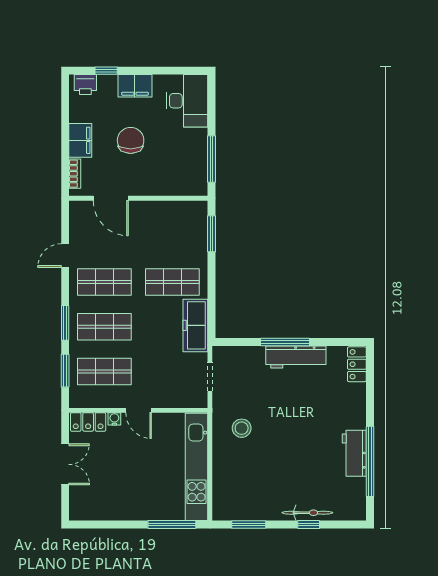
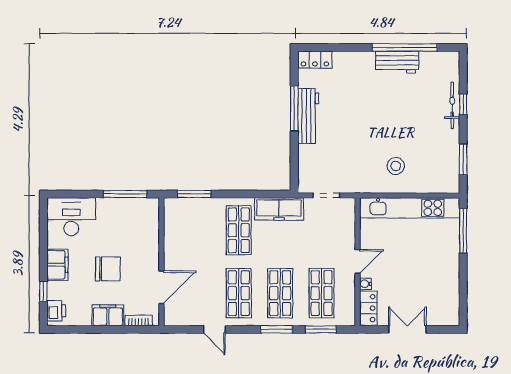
chair: (131, 140) -> (108, 269), turned 180
window: (285, 342) -> (294, 108), moved
stool: (242, 428) -> (396, 166), moved

